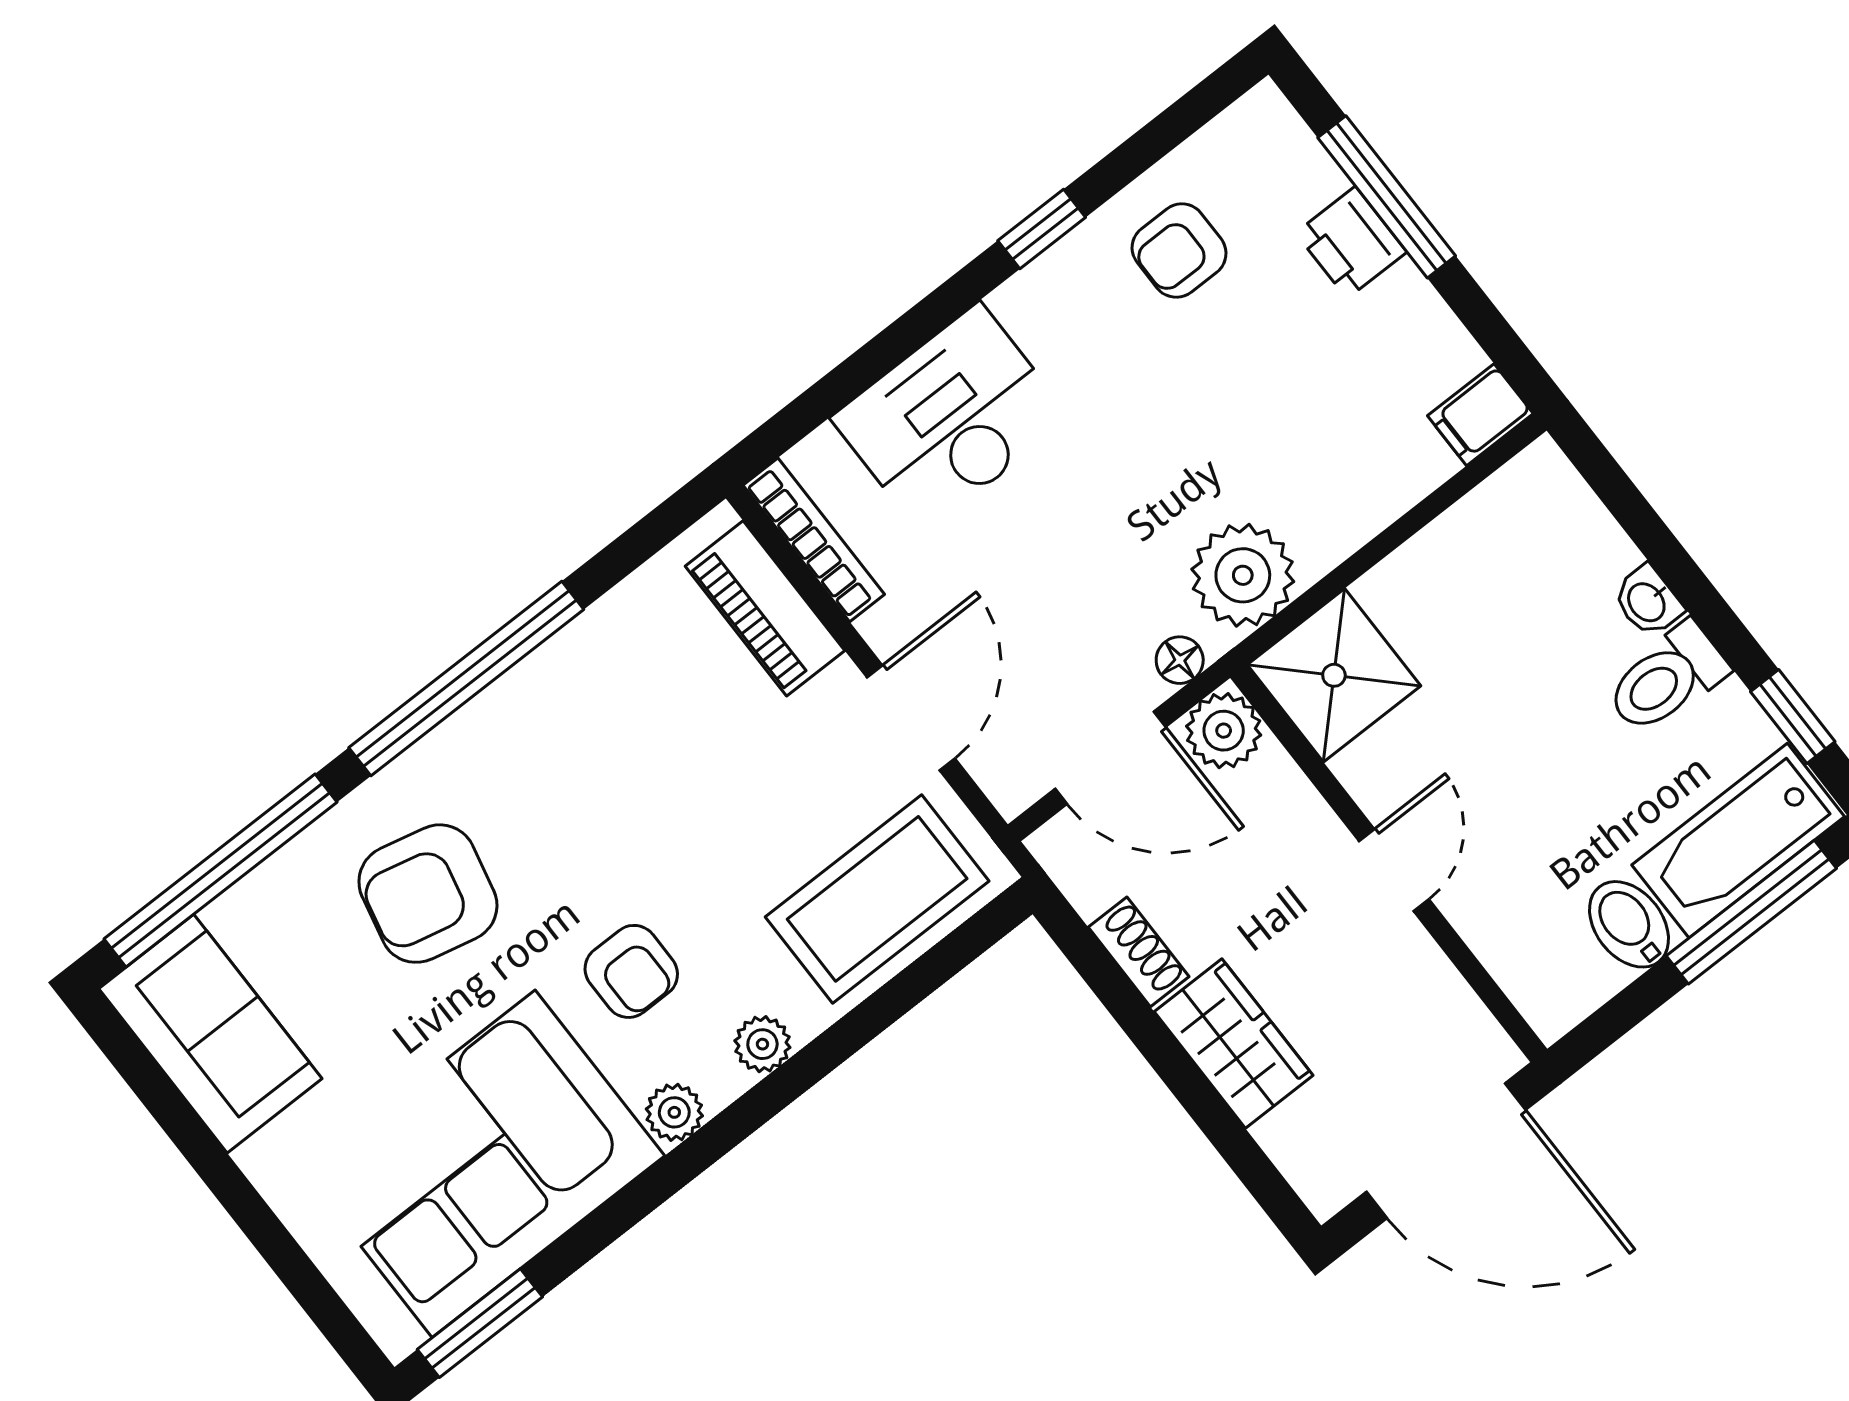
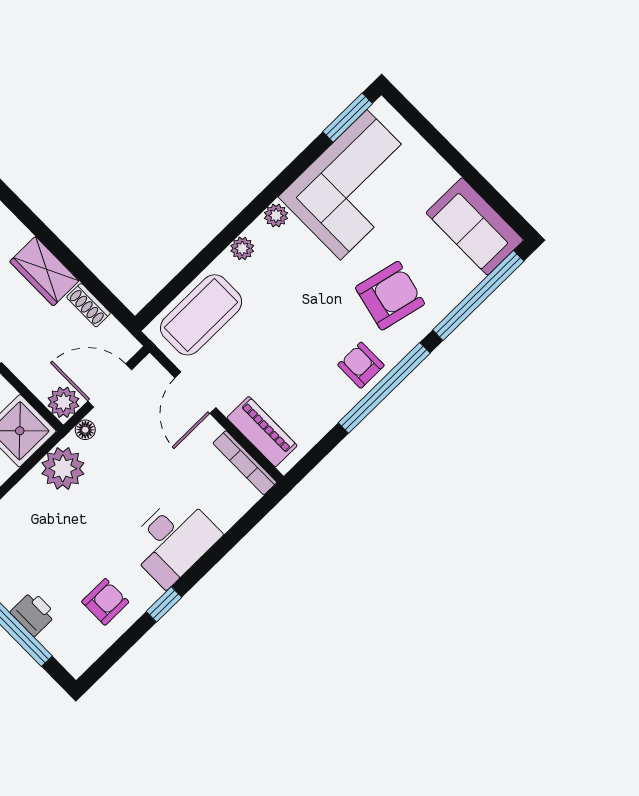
desk: (951, 418) -> (173, 540), moved
armchair: (631, 971) -> (361, 365), moved

